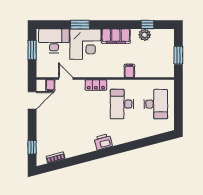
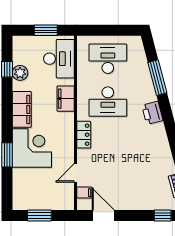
desk: (54, 41) -> (59, 59), moved, turned 180
filing cabinet: (129, 71) -> (66, 99), width x2.00
printer: (103, 142) -> (152, 113), moved
window: (141, 143) -> (157, 78), added

